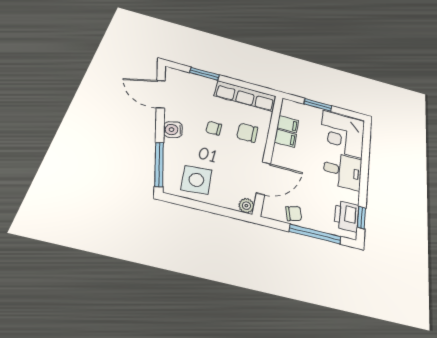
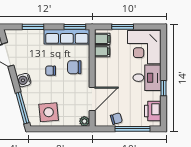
window: (258, 88) -> (75, 27), added
filing cabinet: (285, 138) -> (102, 39), moved
window: (362, 218) -> (164, 88), moved

